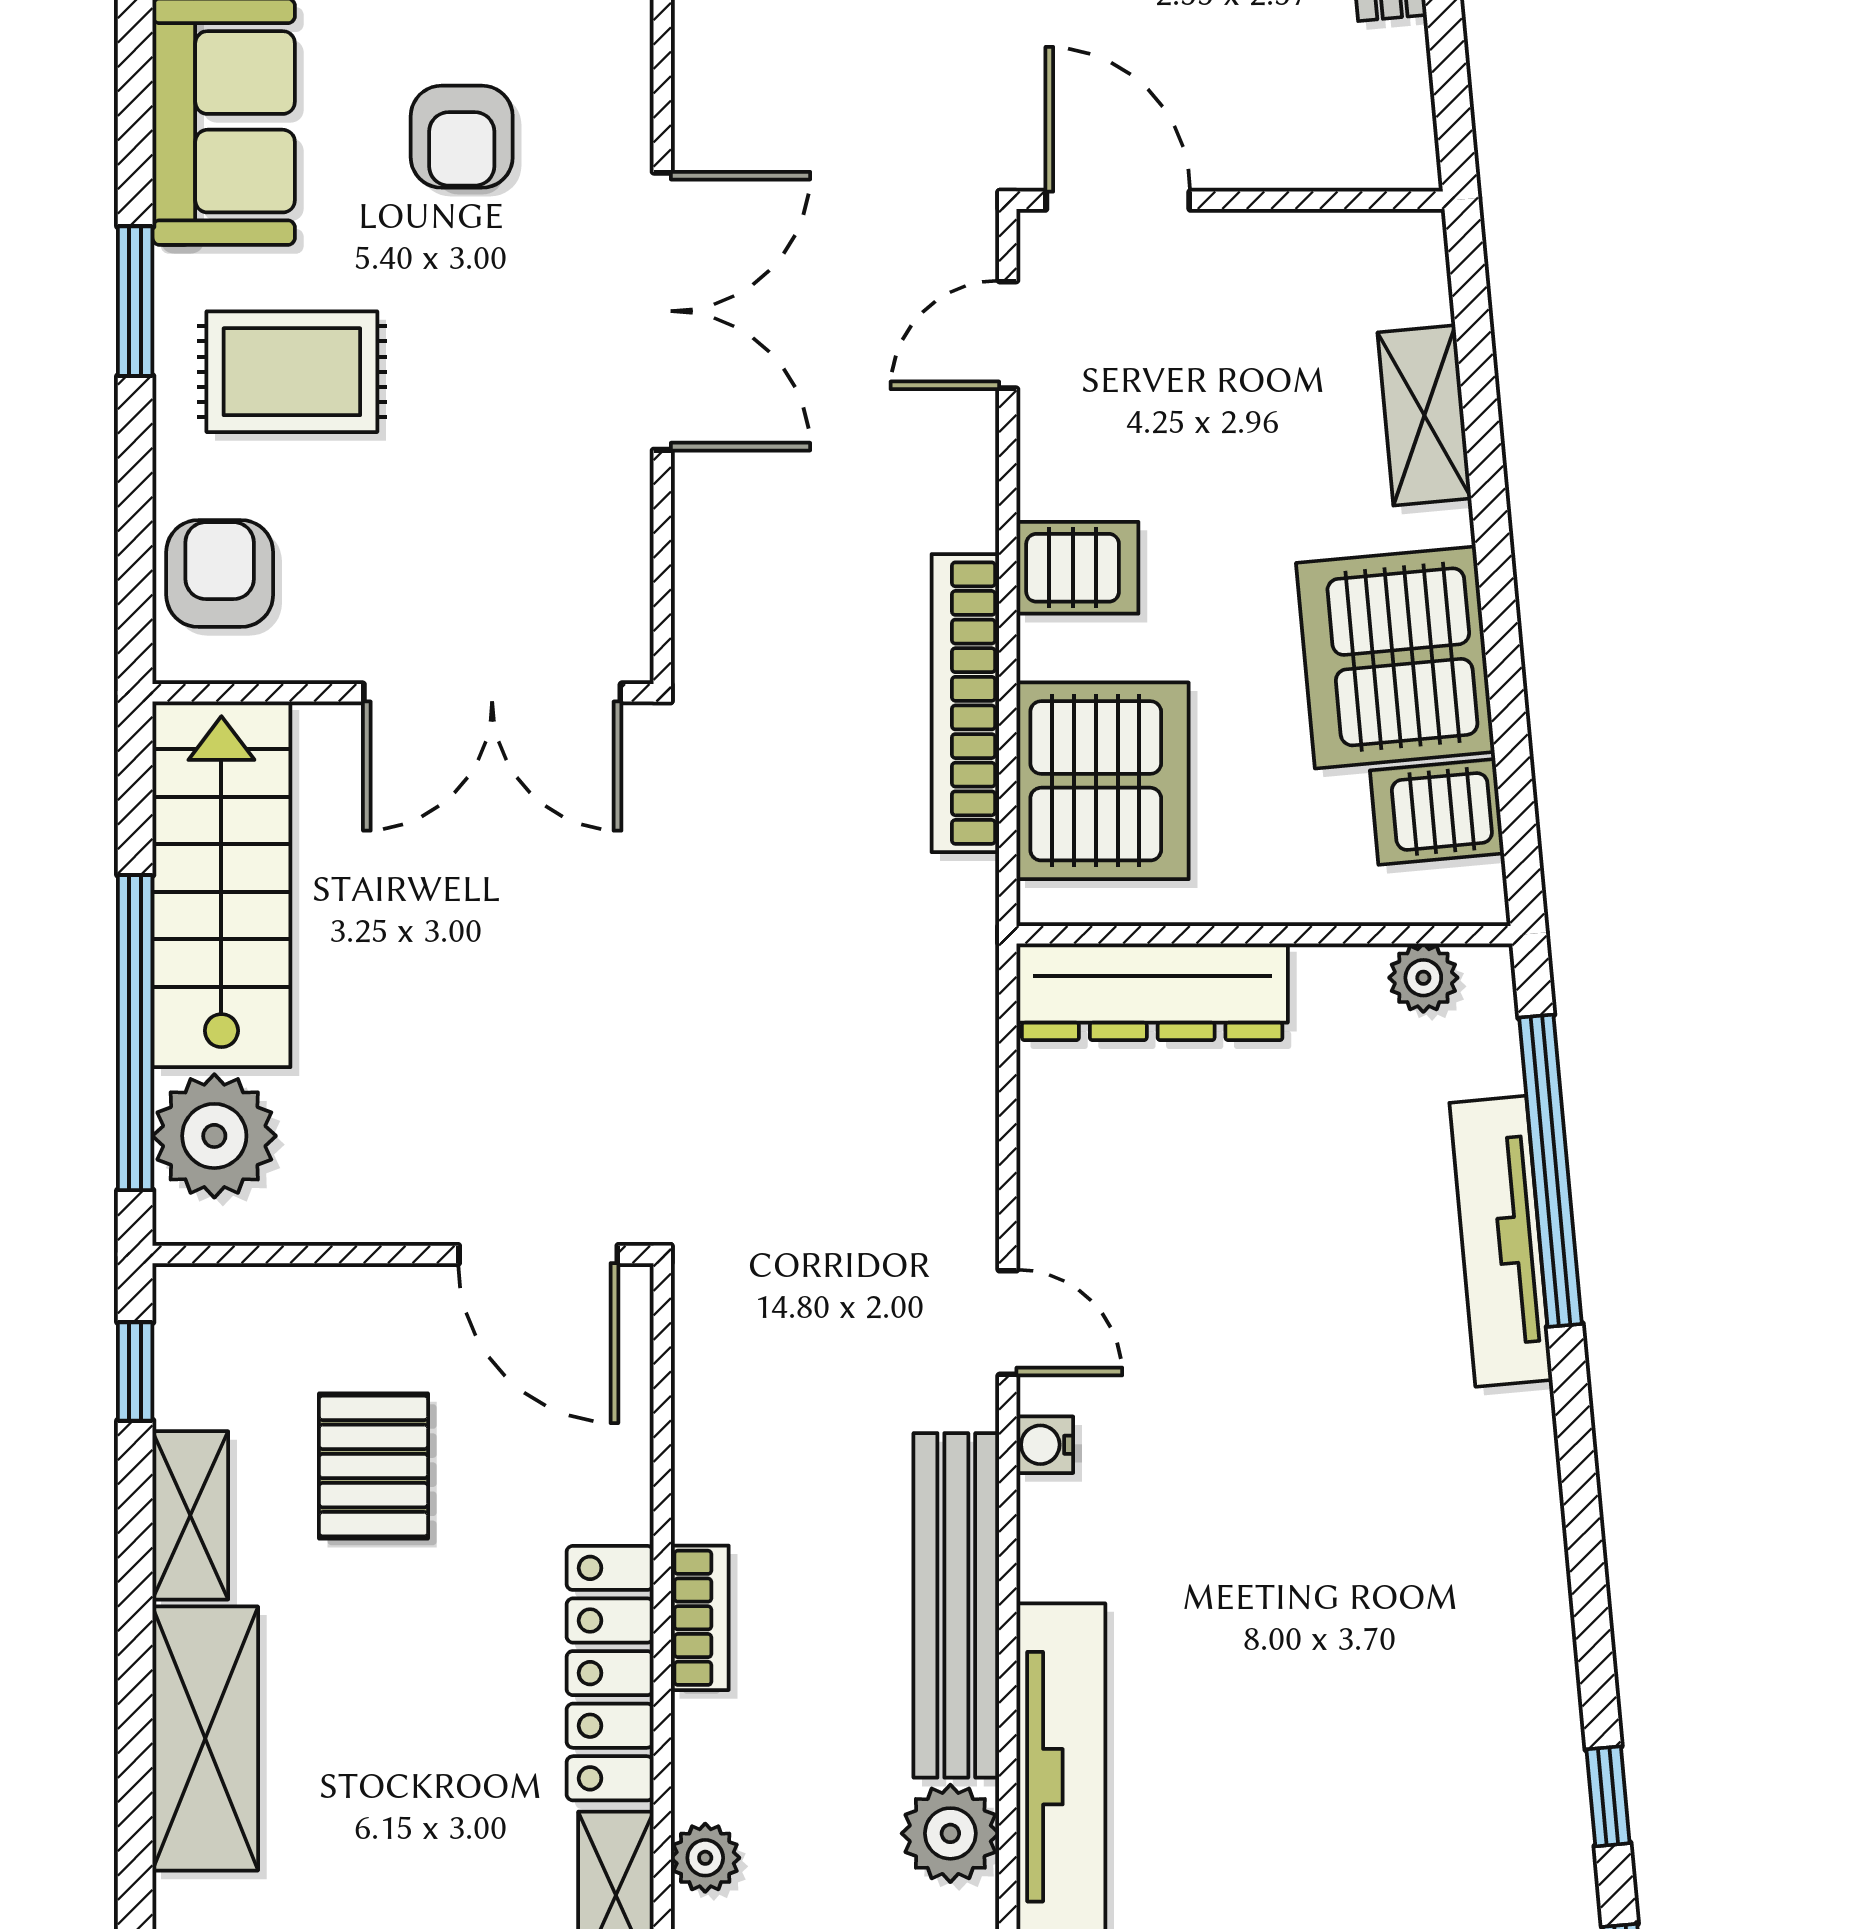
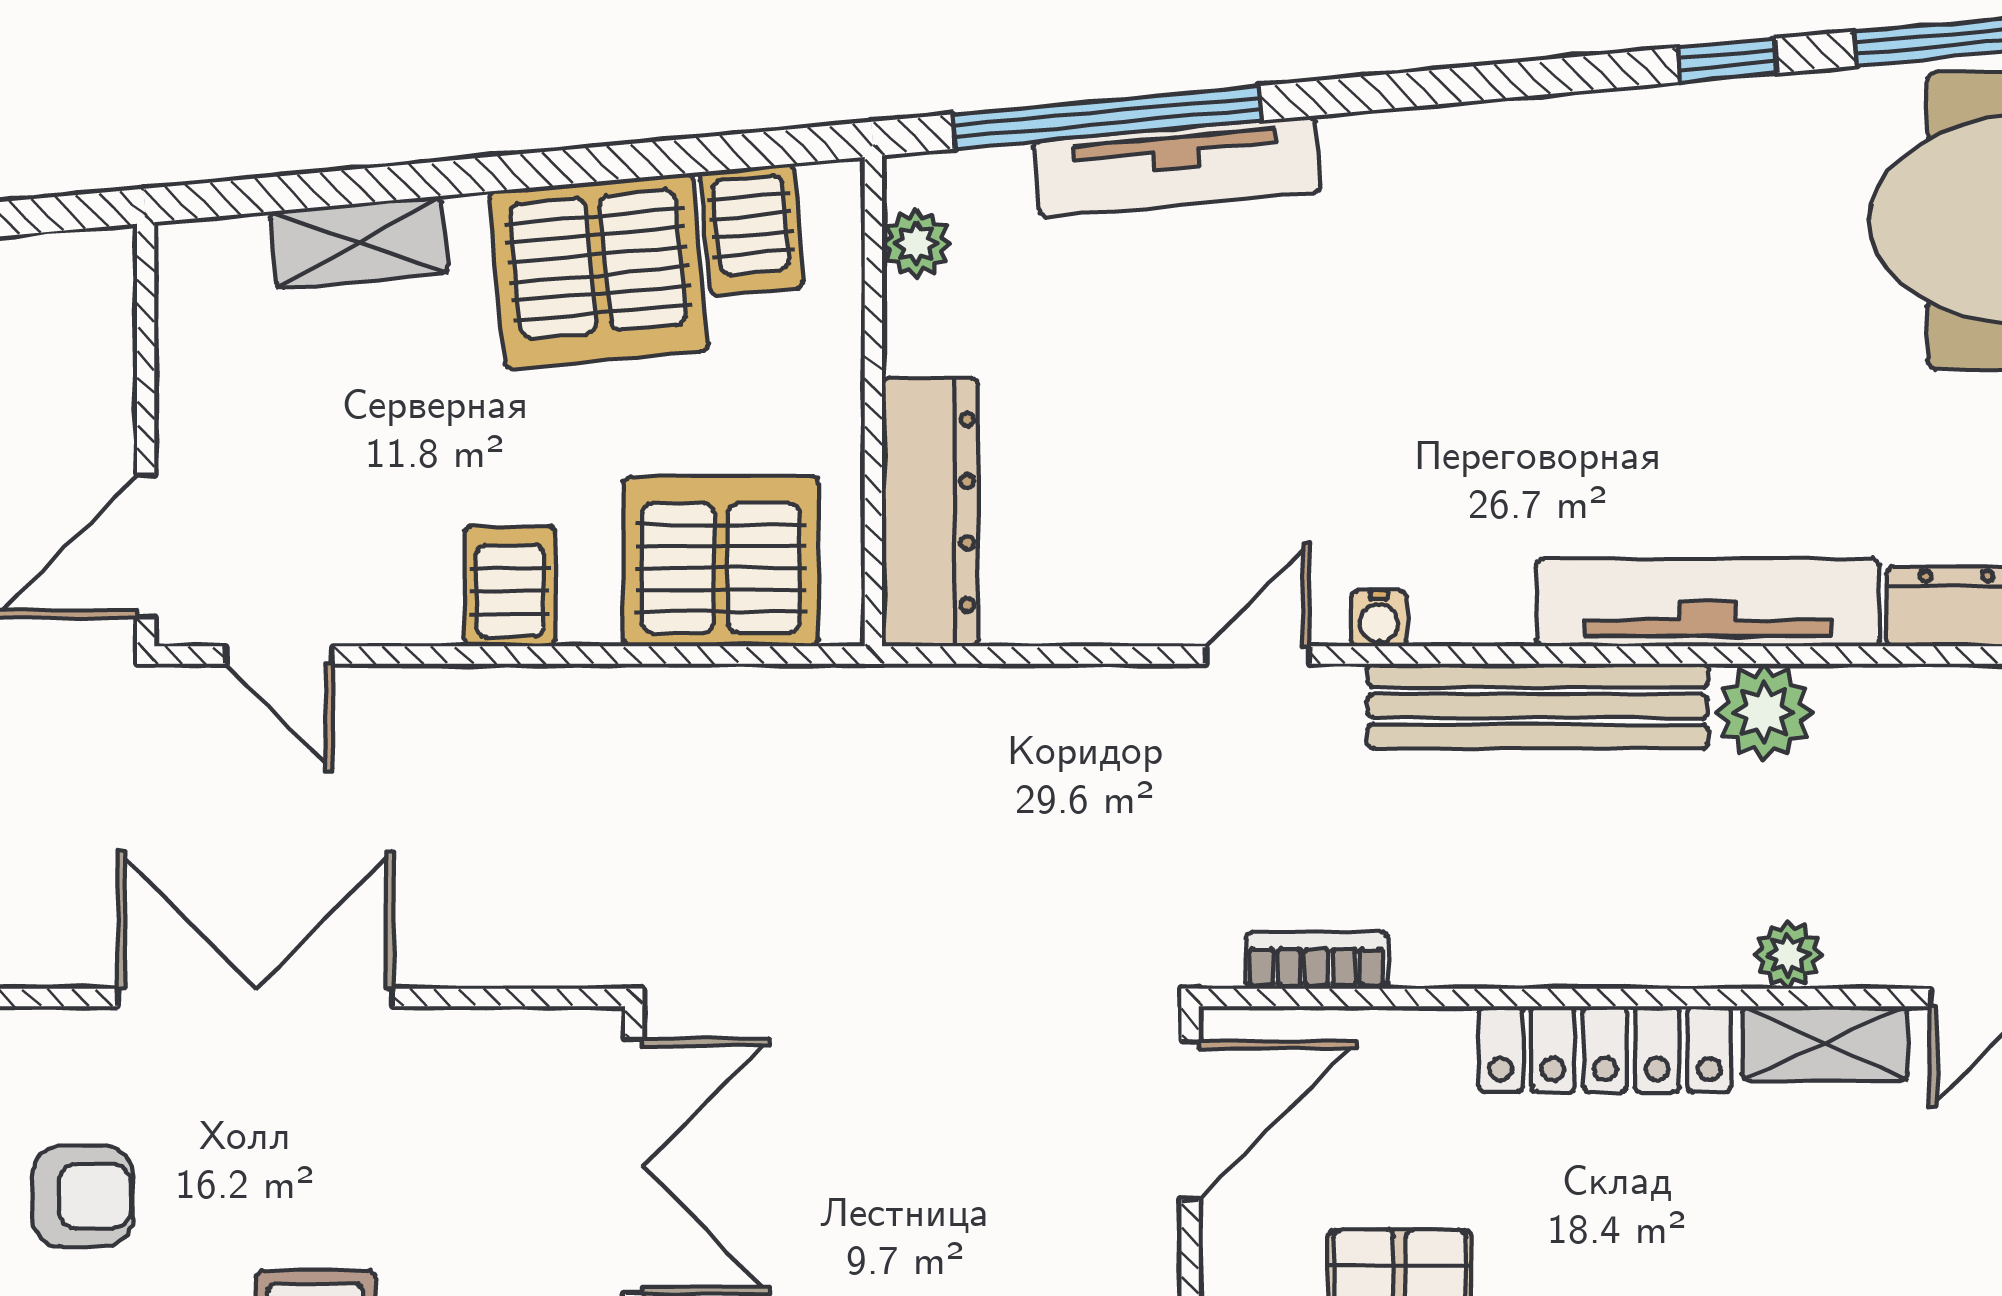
bookcase: (965, 703) -> (644, 697), removed
bookcase: (700, 1618) -> (1317, 960), moved

